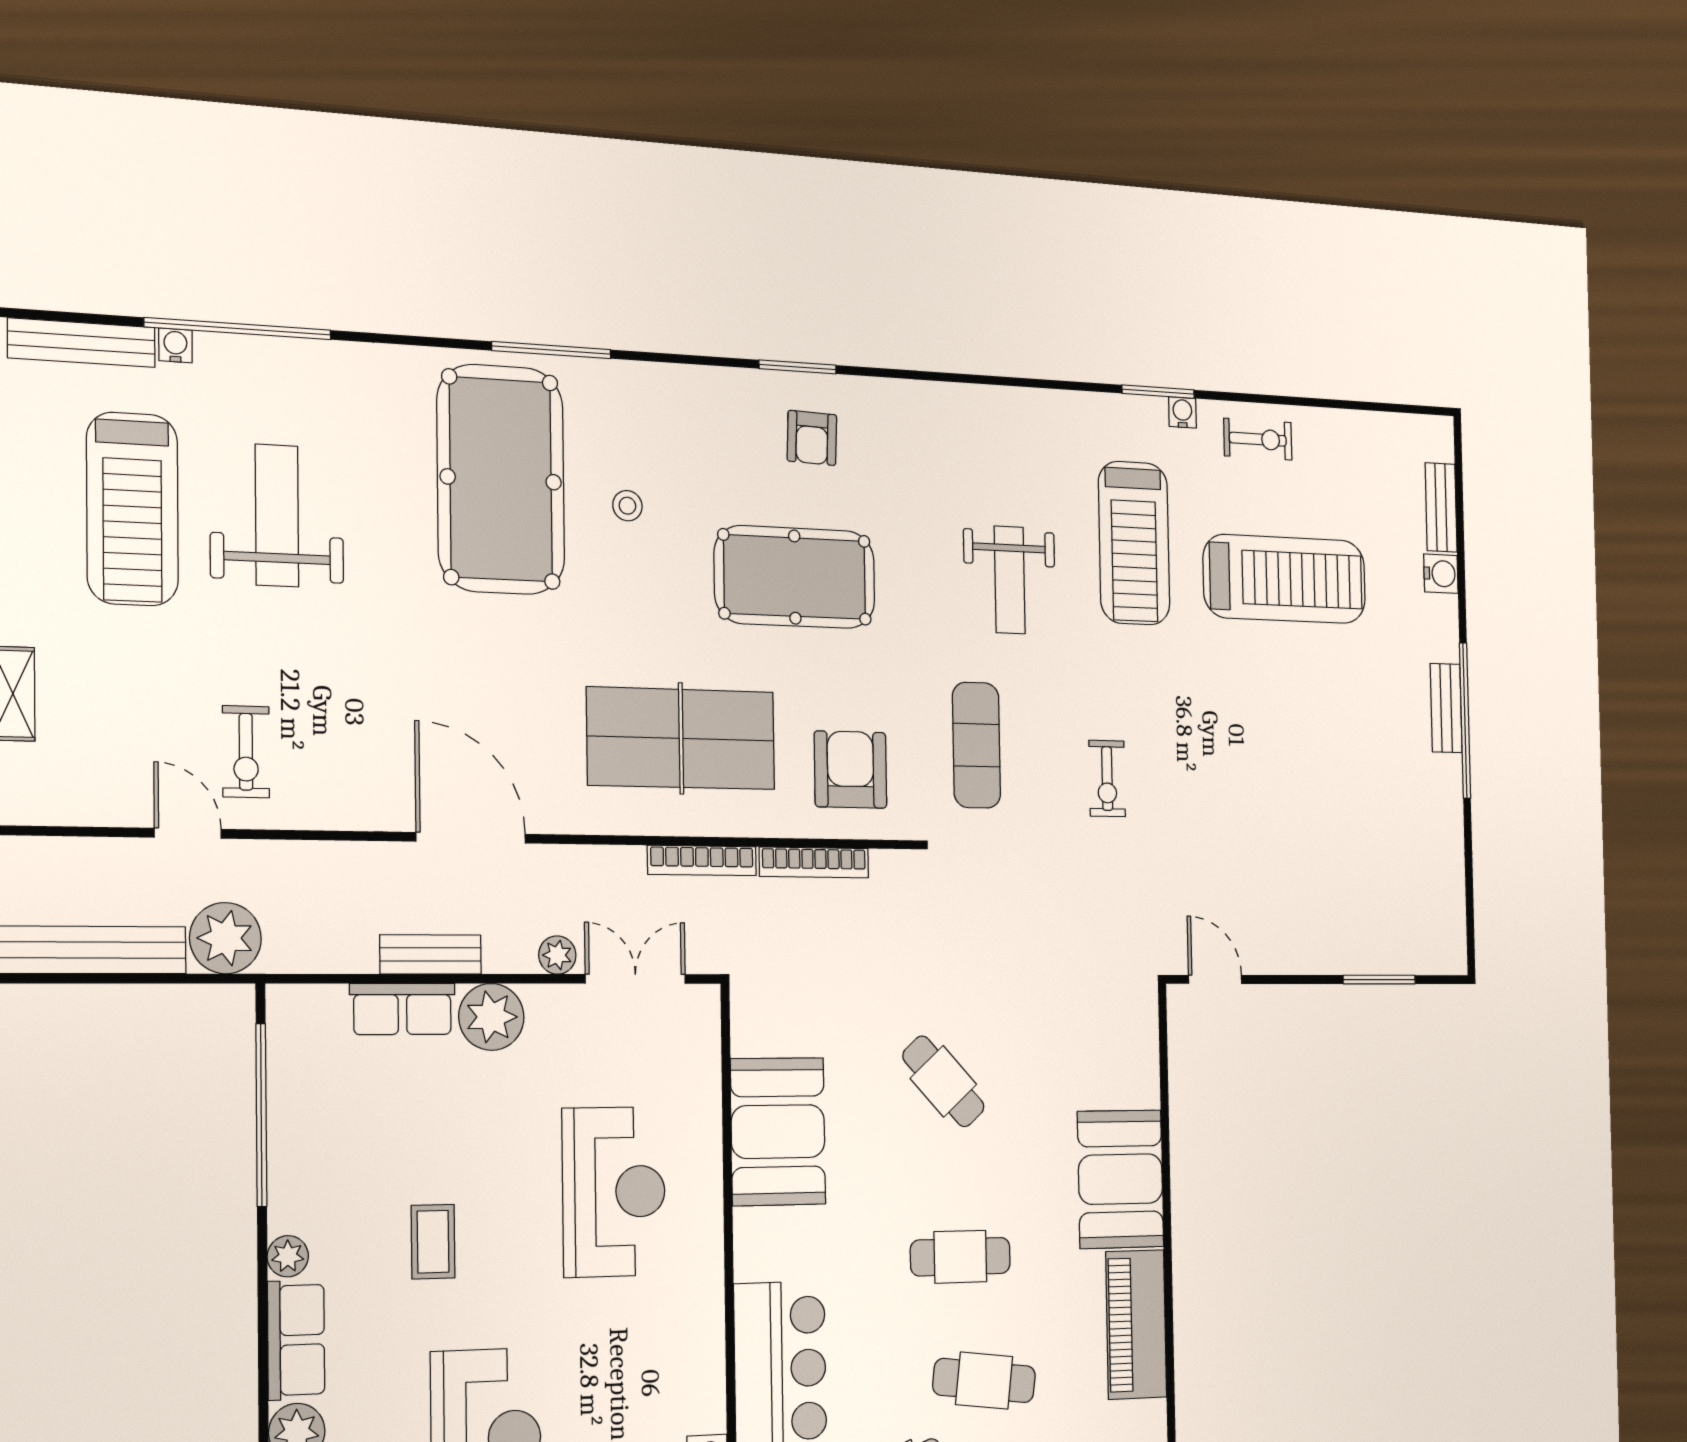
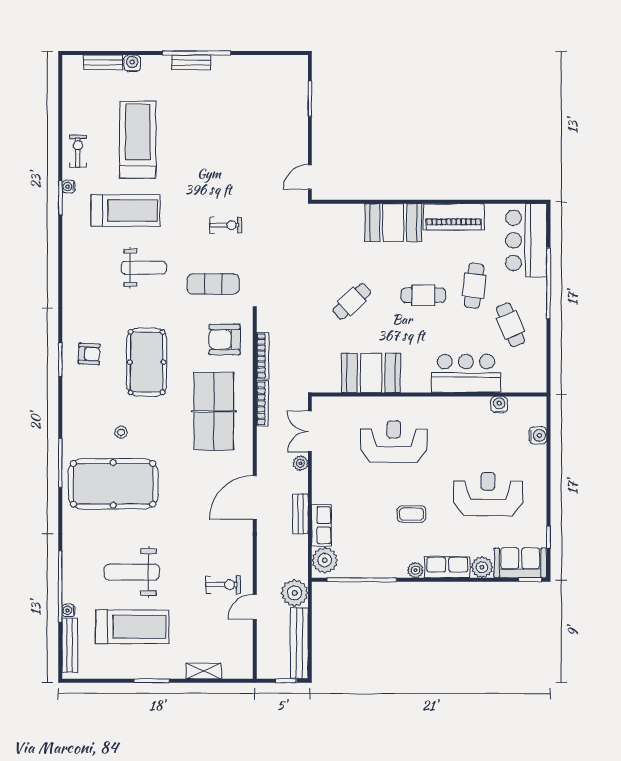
plant: (491, 1017) -> (325, 560), moved
cafe table: (960, 1257) -> (423, 295), turned 90

